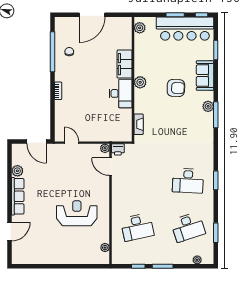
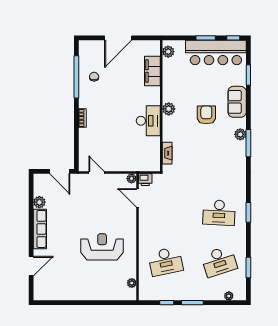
filing cabinet: (125, 64) -> (152, 71), moved
armchair: (176, 88) -> (206, 115), turned -92

